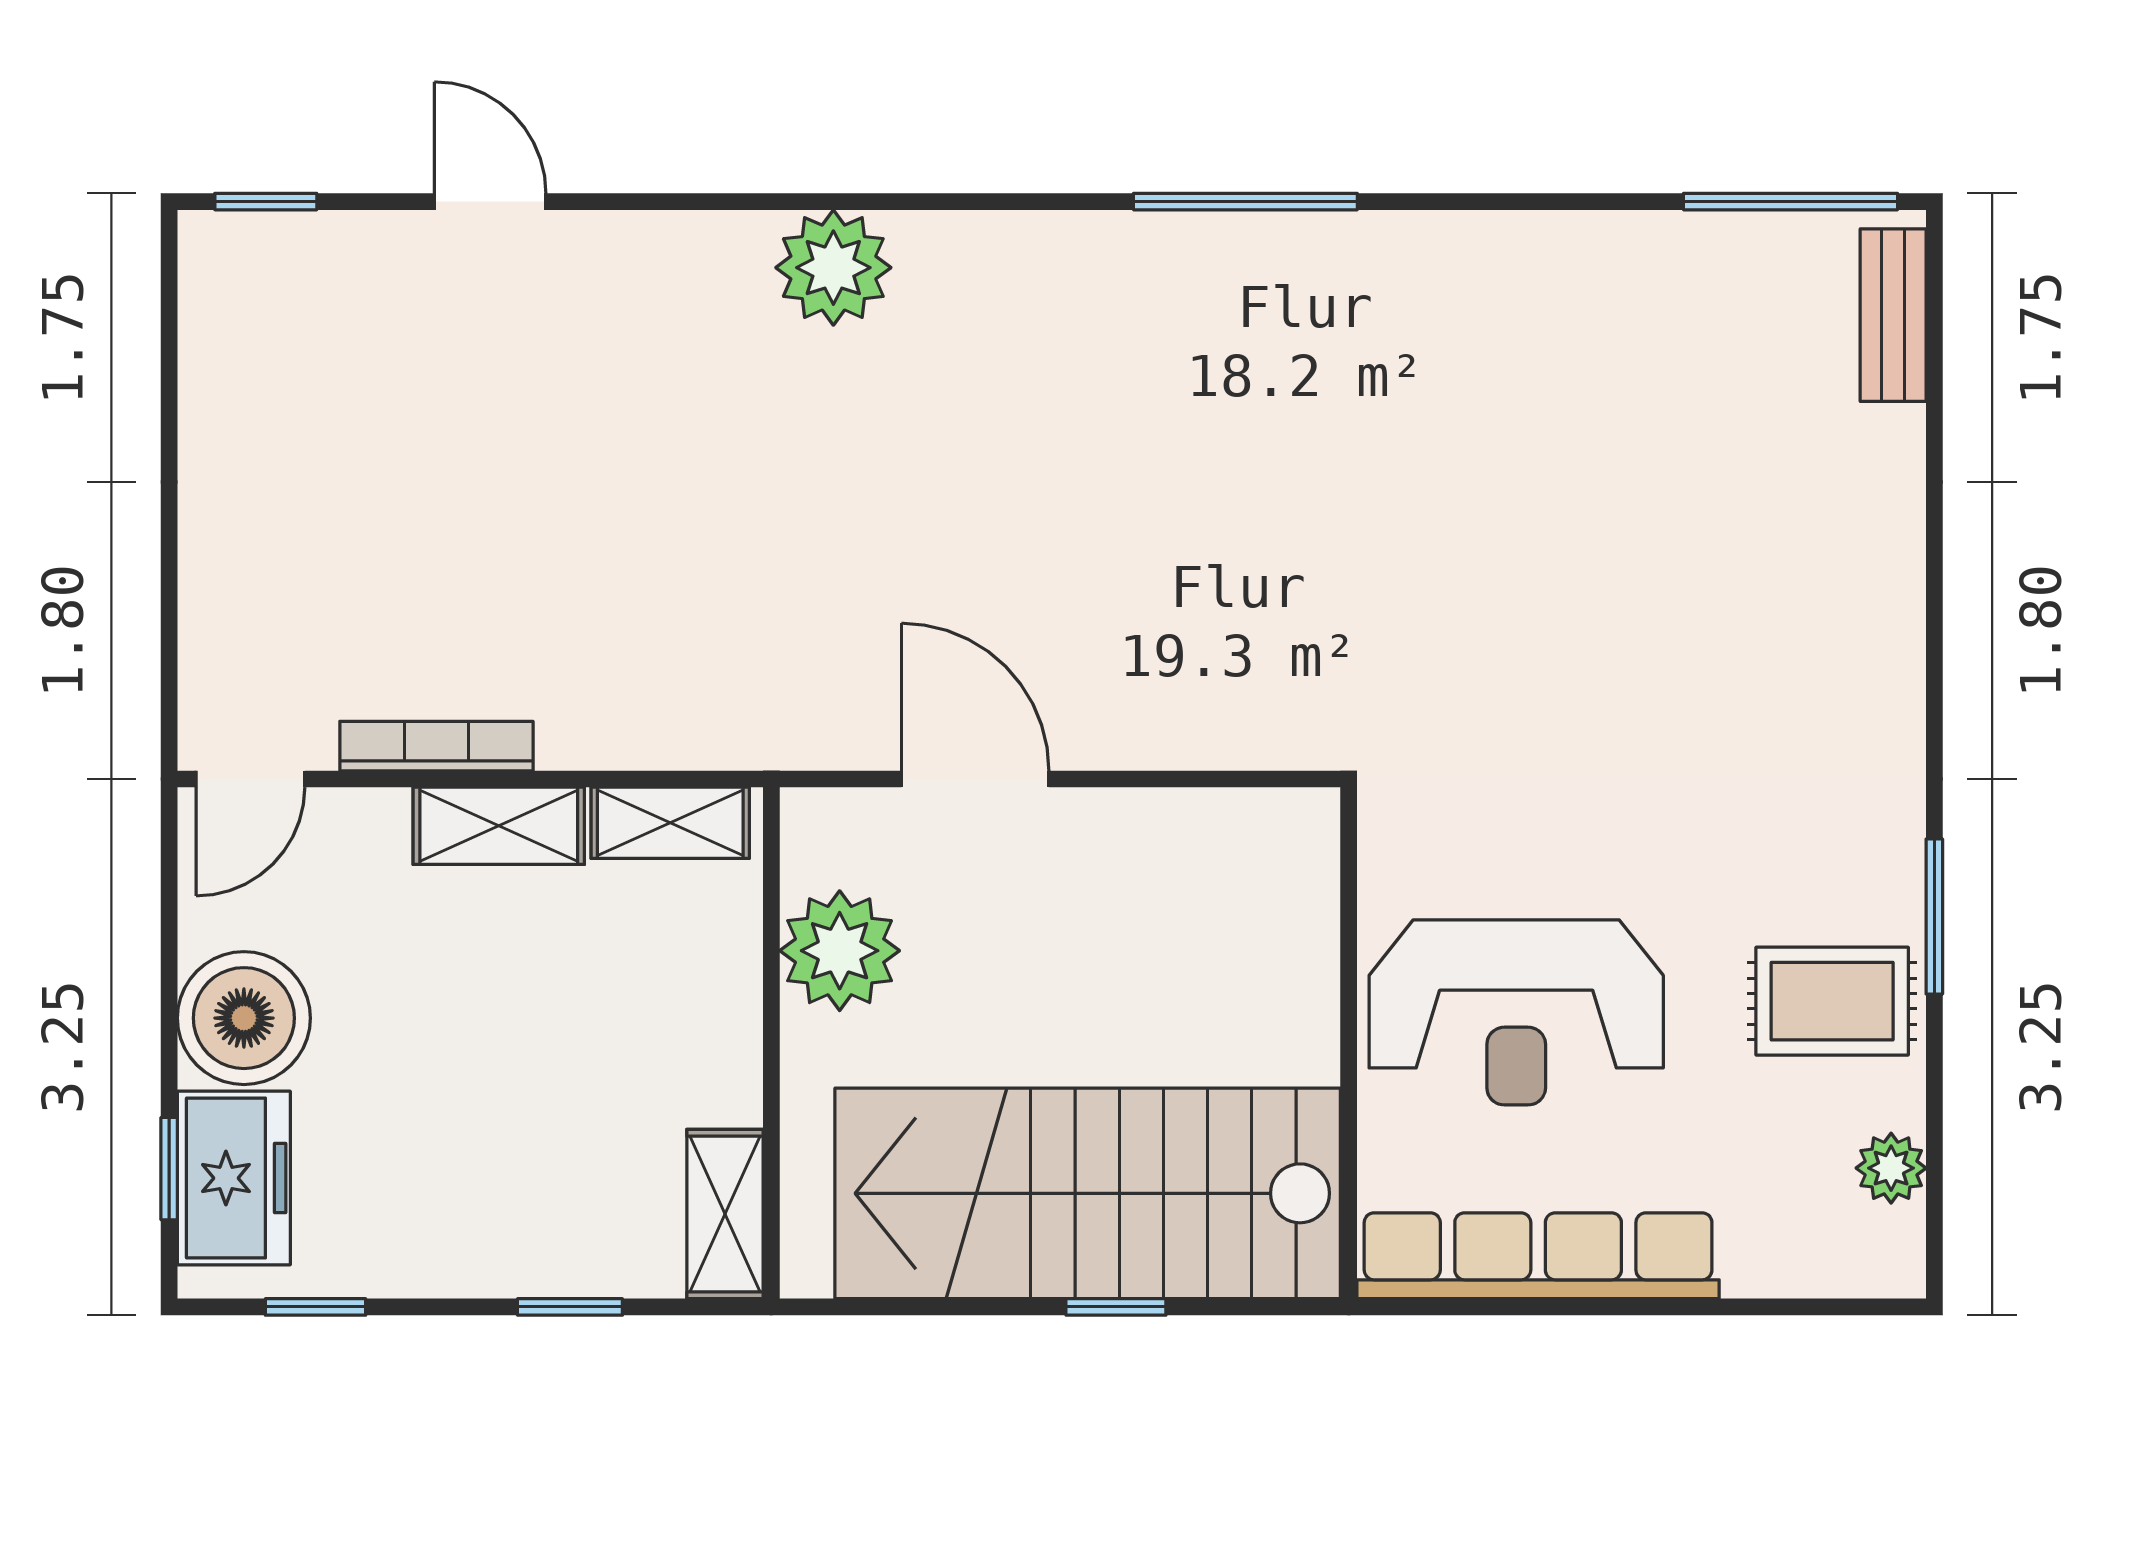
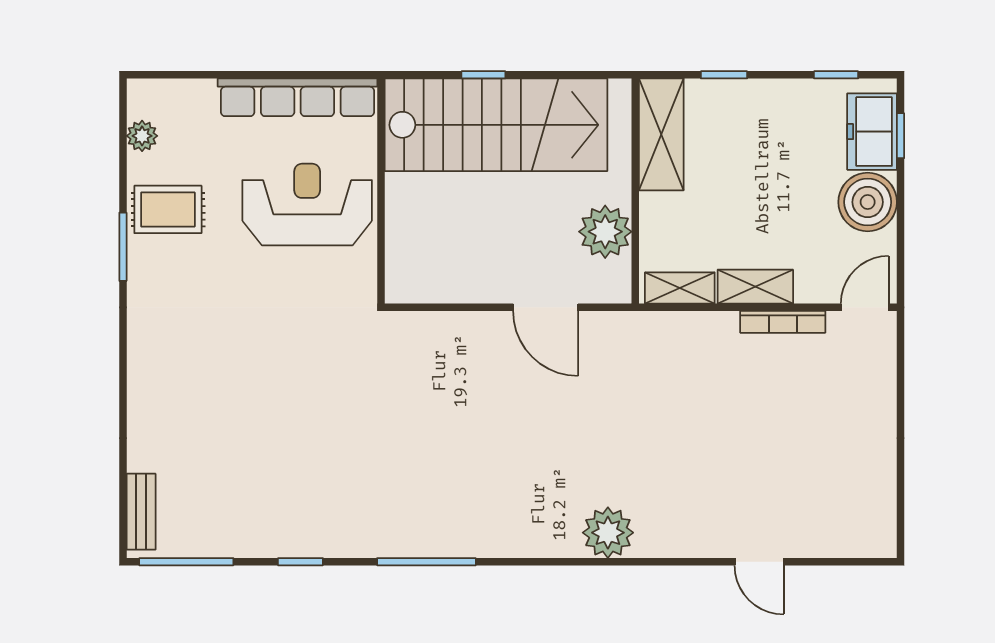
window: (266, 202) -> (300, 562), moved
shelving: (725, 1214) -> (661, 134), width x1.50, depth x1.33

